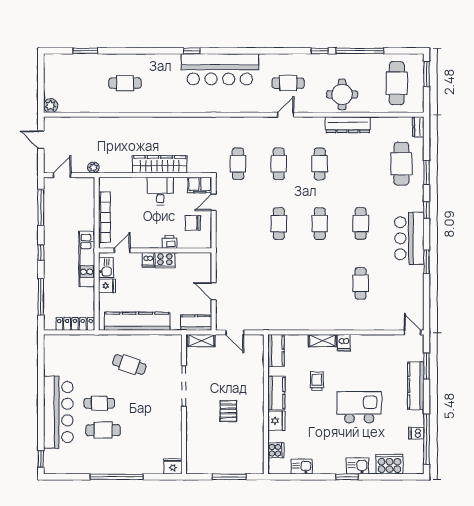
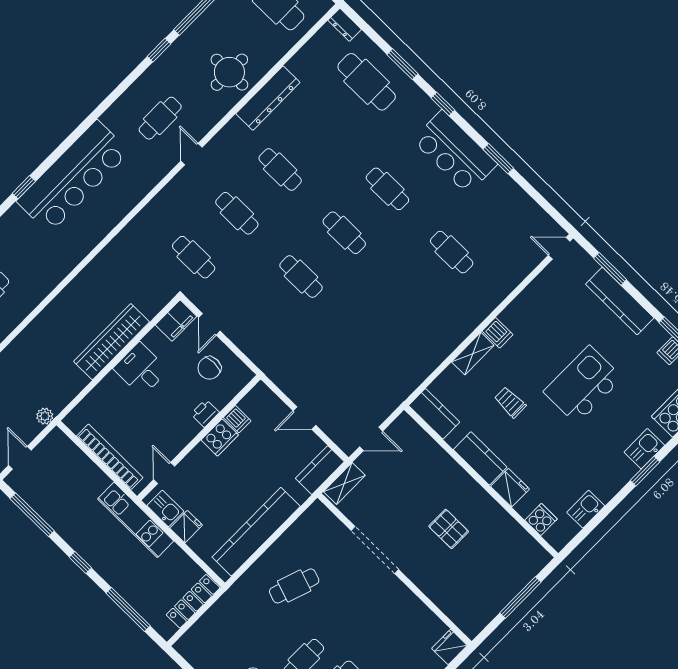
dishwasher: (148, 260) -> (237, 419), moved

